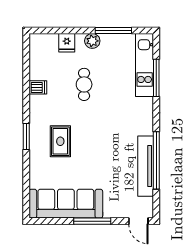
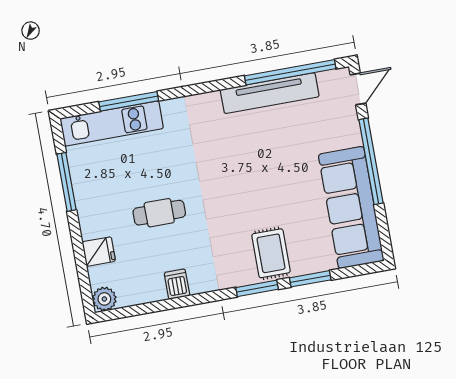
plant: (92, 41) -> (104, 299), moved
rug: (60, 141) -> (271, 253), moved, turned 90
window: (156, 160) -> (290, 72), moved
window: (26, 170) -> (310, 279), added
window: (92, 221) -> (371, 161), width x1.46

